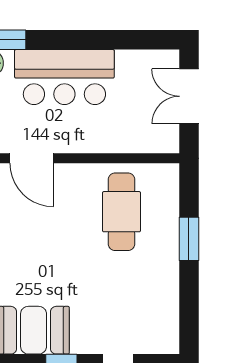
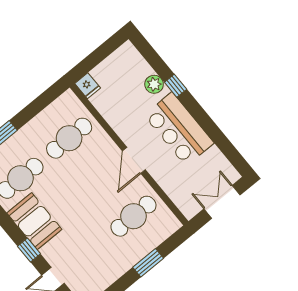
door: (32, 158) -> (134, 160), moved

